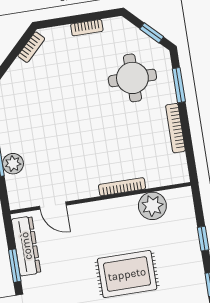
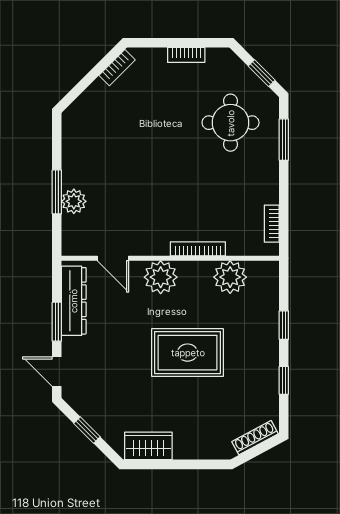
bookcase: (175, 128) -> (272, 224), moved, width x0.64
plant: (95, 215) -> (161, 277), added

